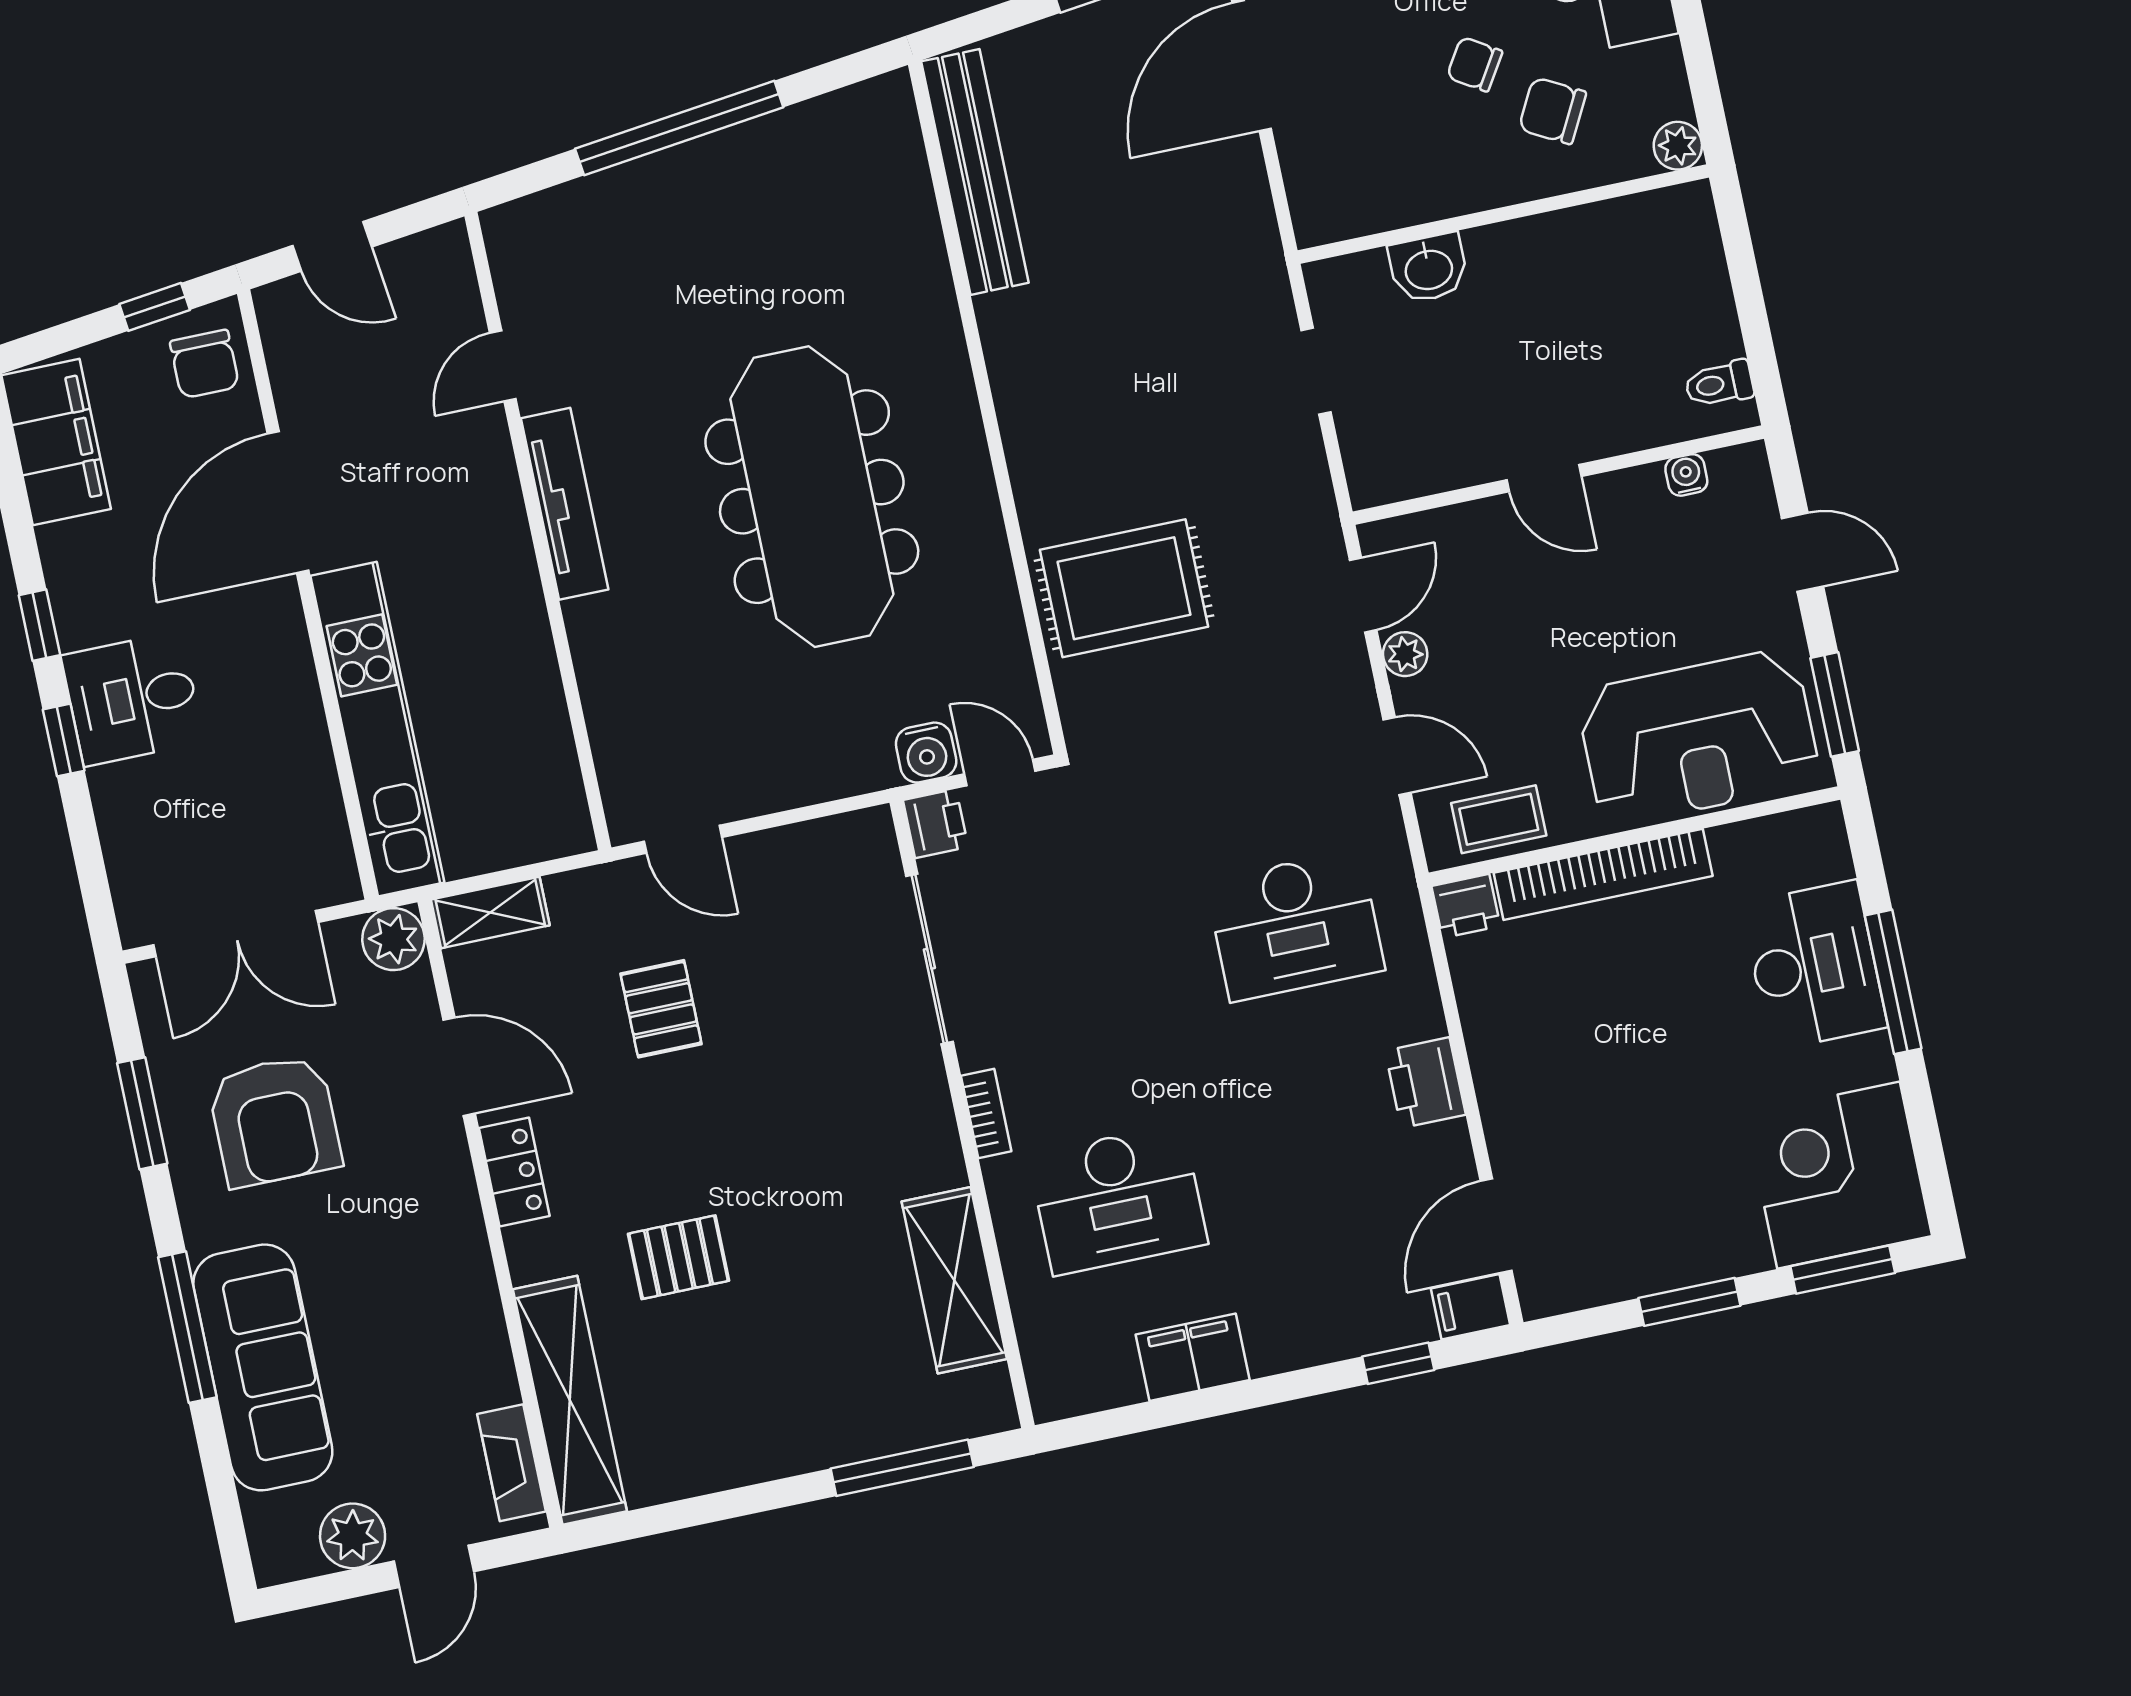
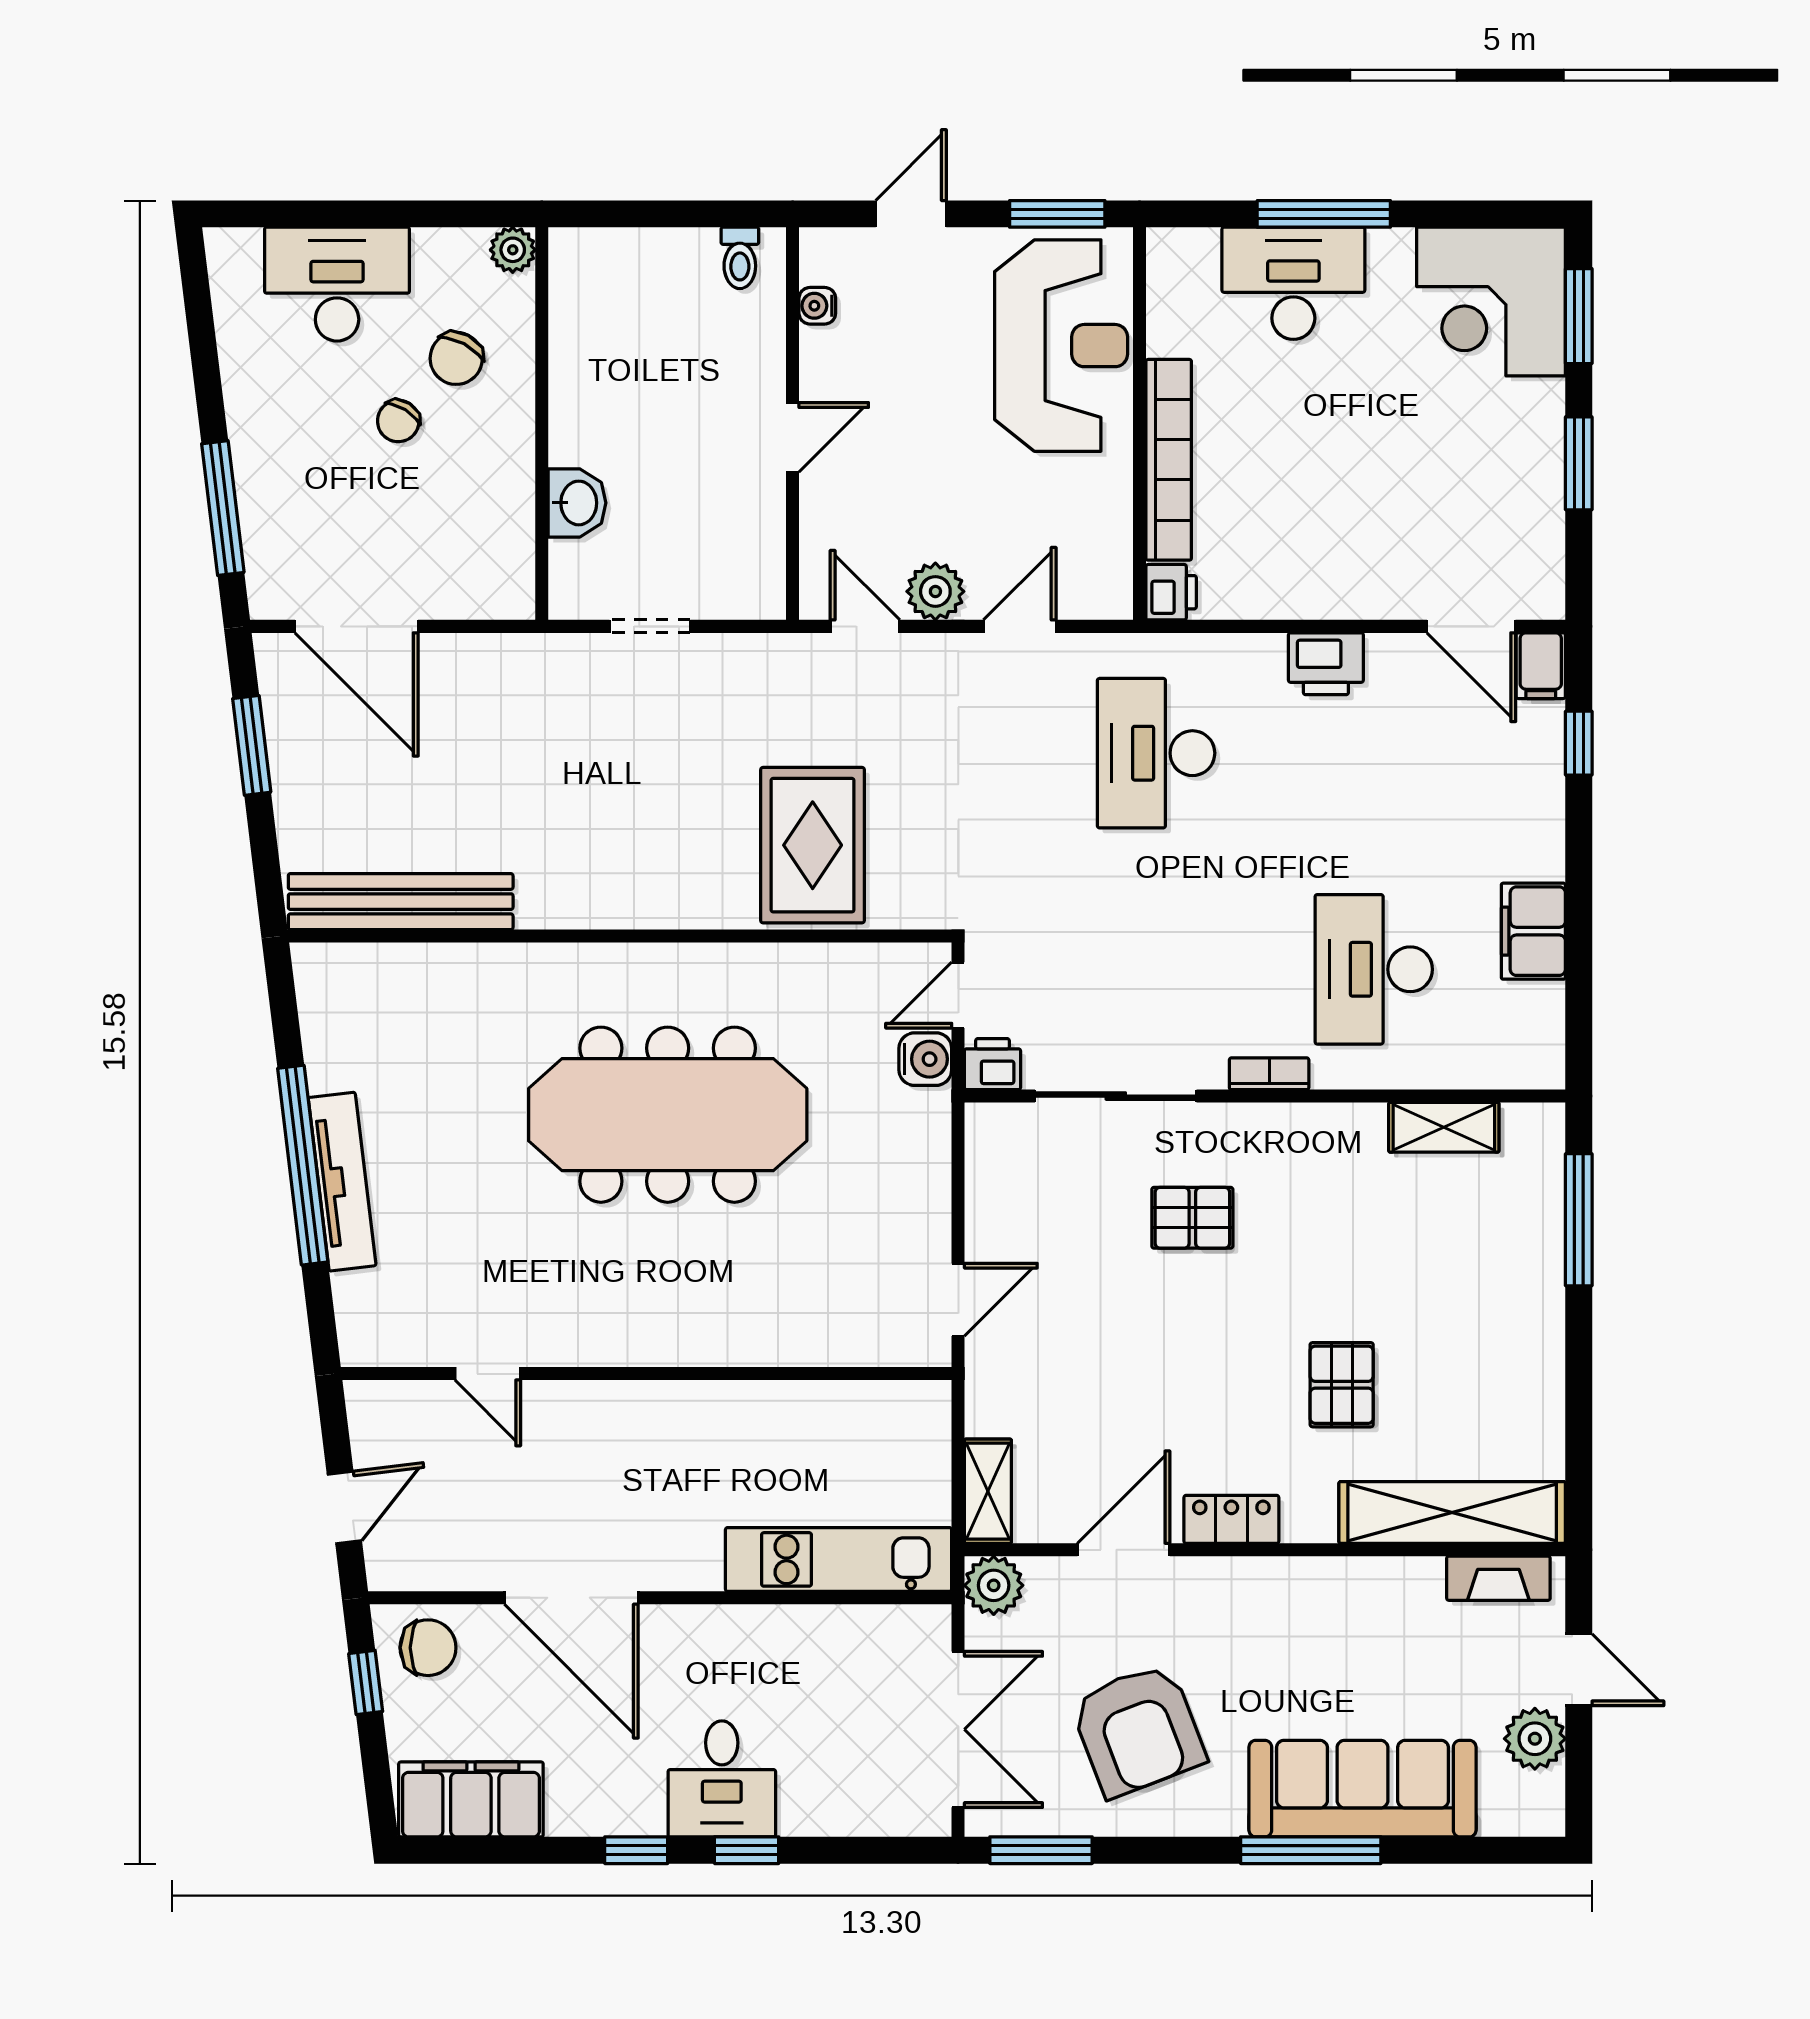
tv unit: (565, 504) -> (342, 1182), moved, turned 83
plant: (1405, 654) -> (935, 591), width x1.38, depth x1.38
kitchen unit: (377, 729) -> (839, 1559), width x0.73
coffee table: (1499, 819) -> (1098, 545), removed
desk: (1295, 926) -> (1156, 753), turned 180
pallet: (661, 1009) -> (1192, 1218), moved
window: (142, 1113) -> (1041, 1850), moved
armchair: (275, 1121) -> (1138, 1730), turned 69
desk: (1118, 1200) -> (1374, 969), turned 180
shelving: (954, 1280) -> (1444, 1127), width x0.67, depth x0.75

